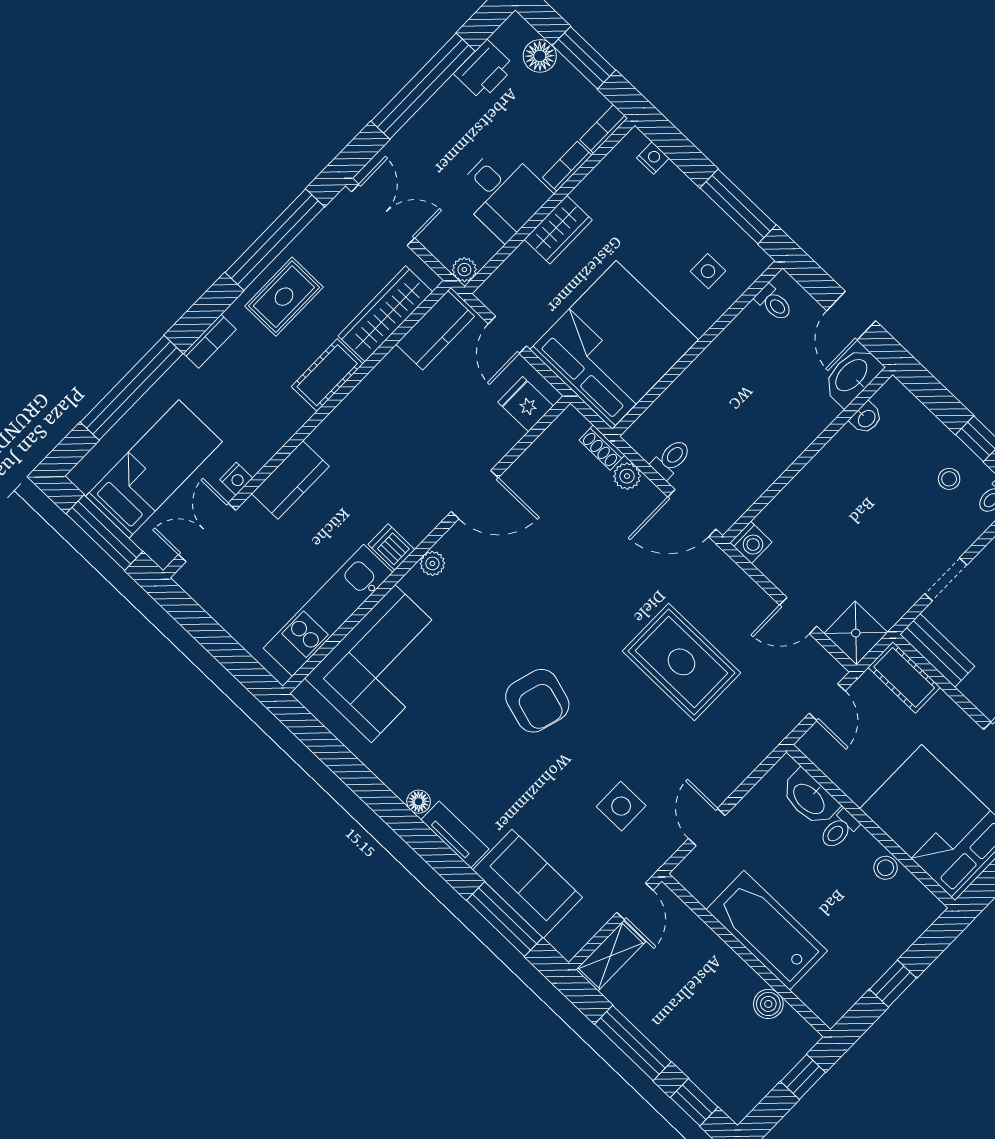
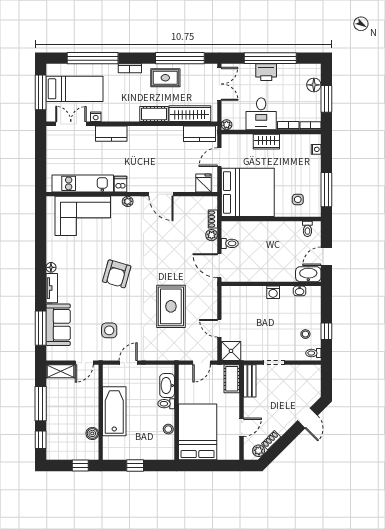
printer: (484, 70) -> (266, 72), moved
washing machine: (751, 542) -> (273, 292), moved

